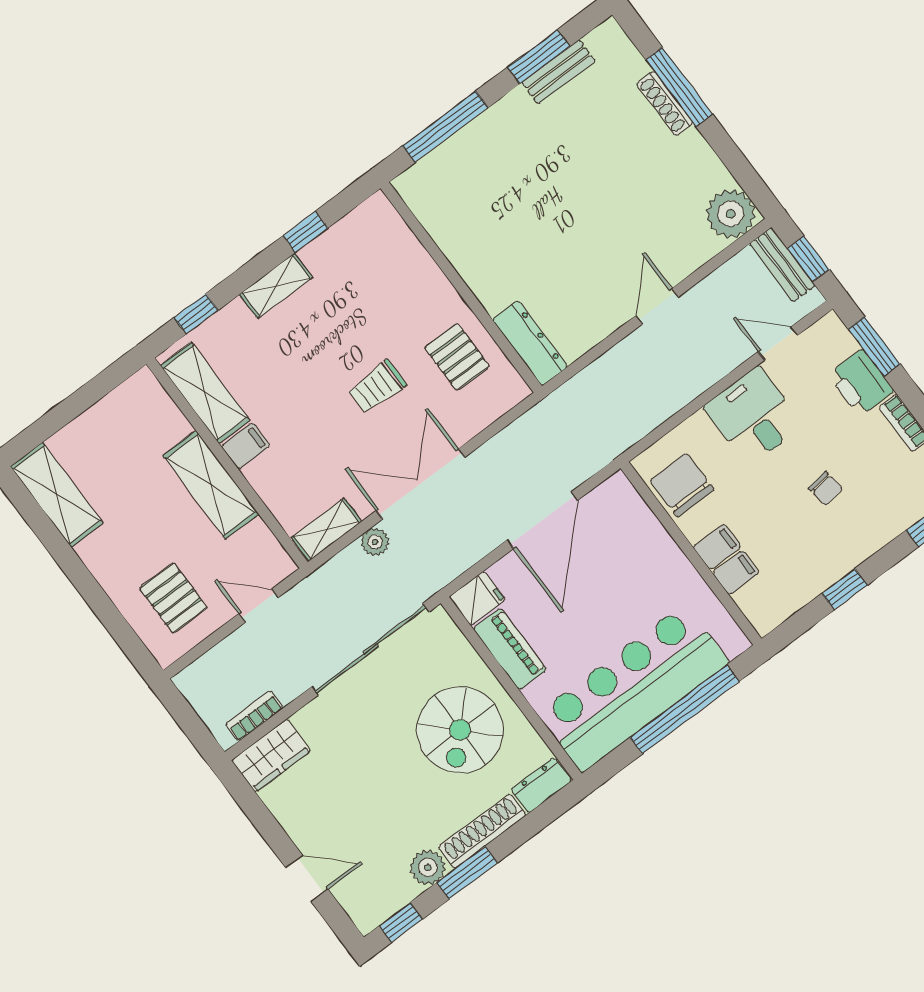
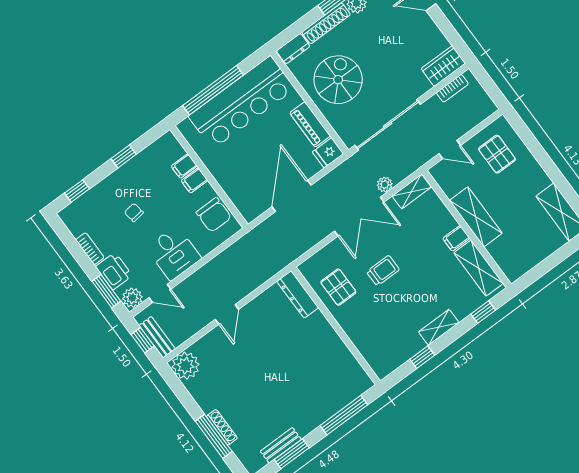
plant: (827, 335) -> (132, 298), added

